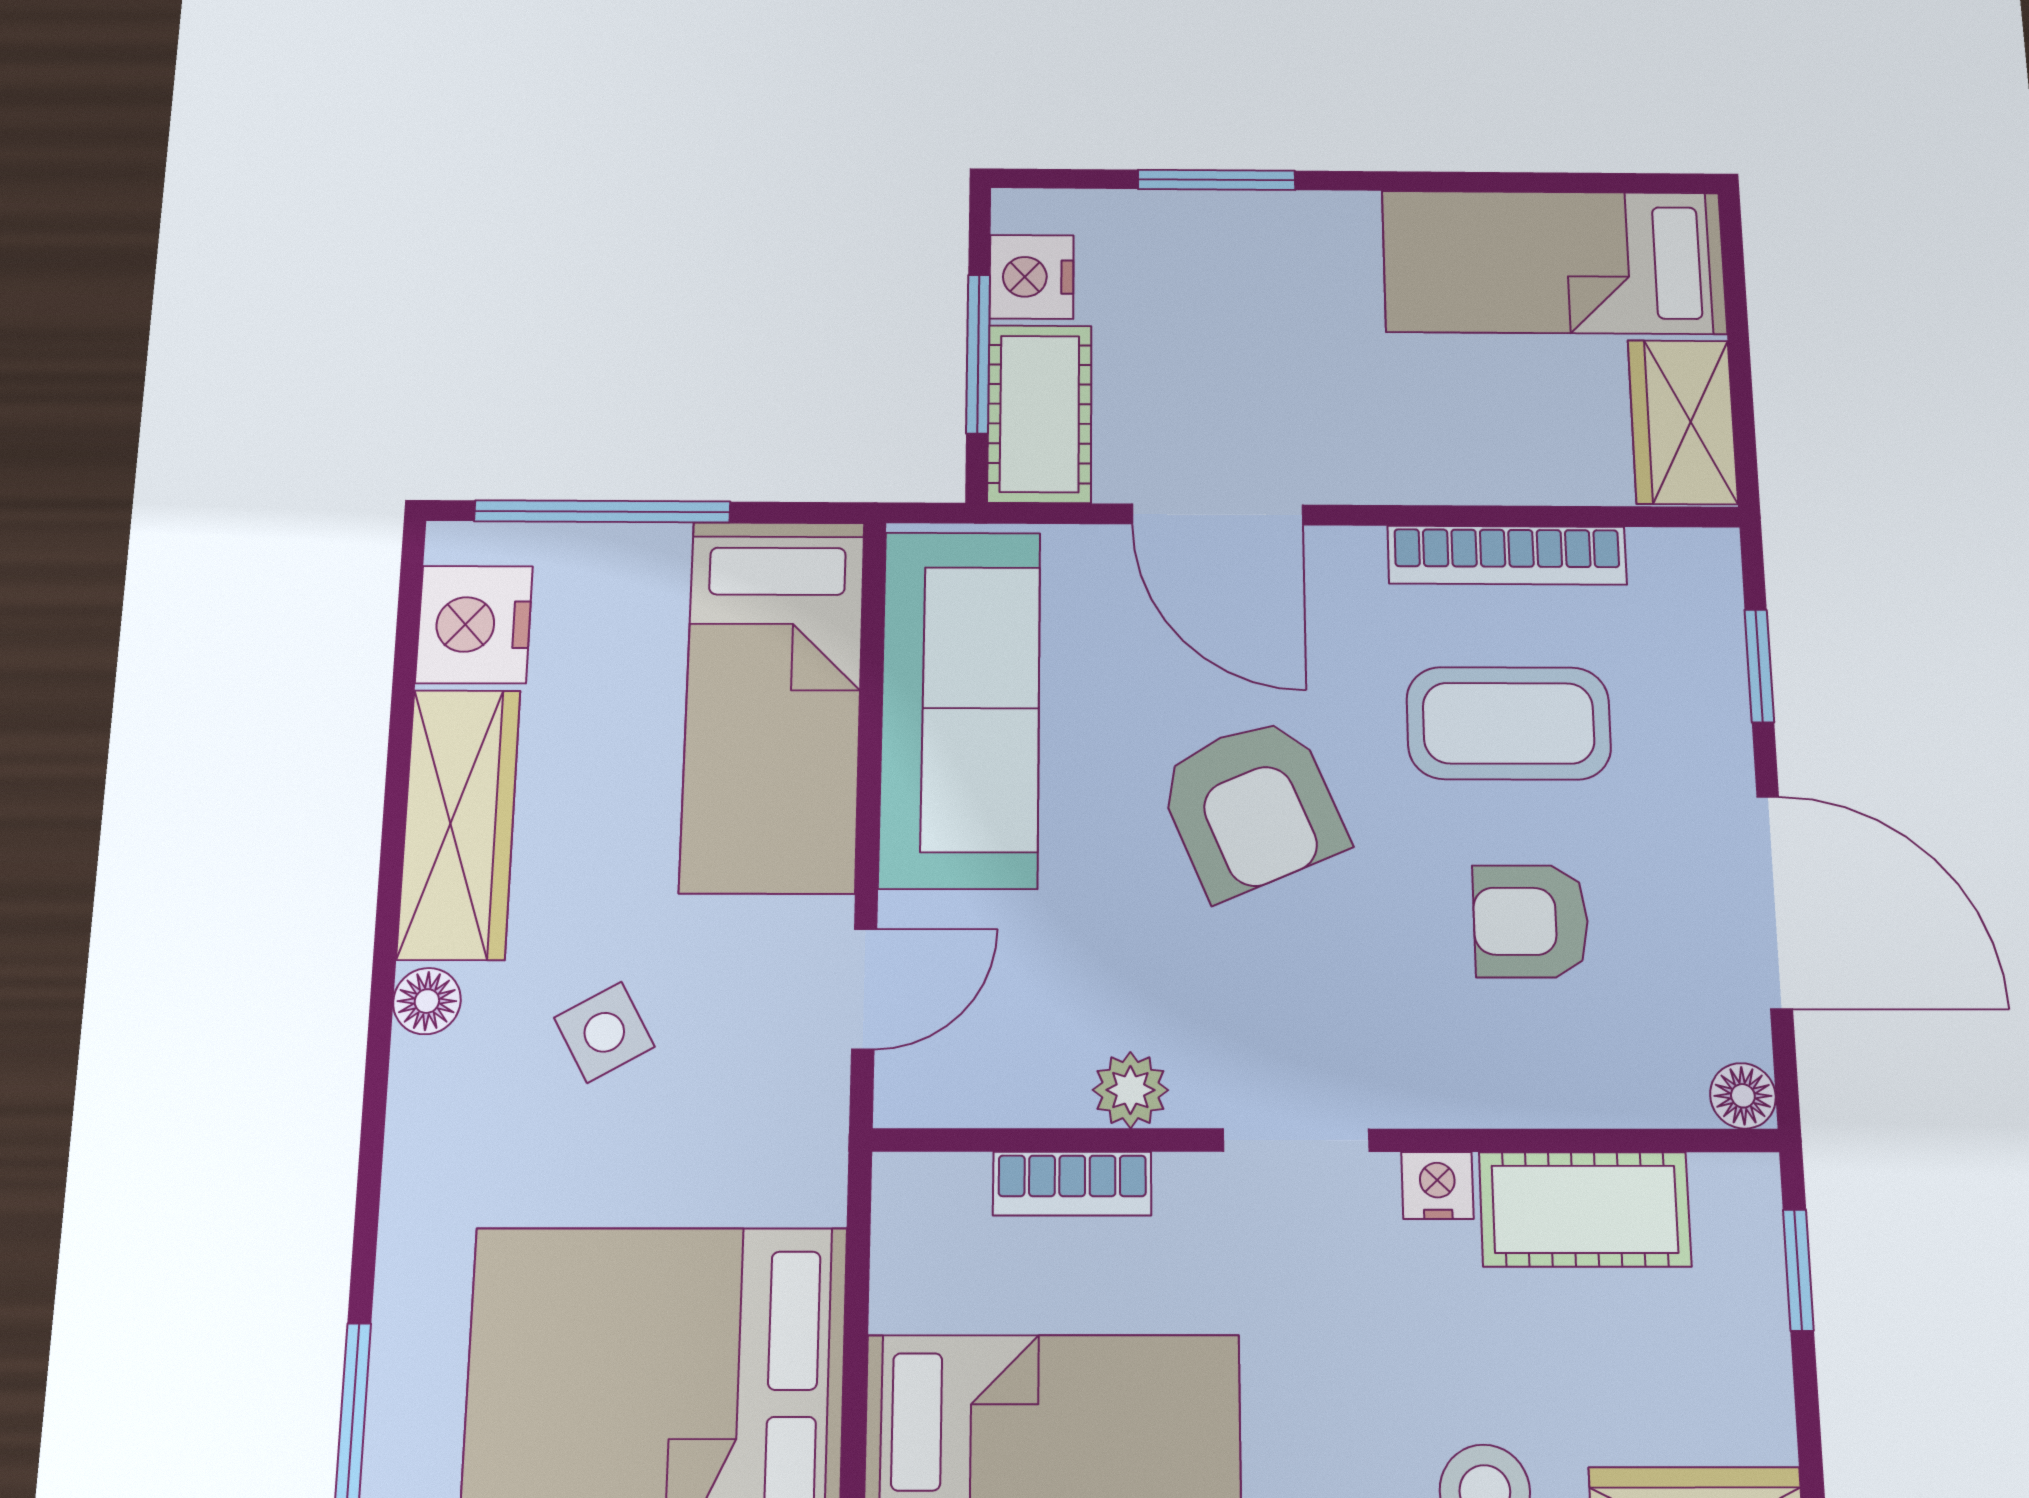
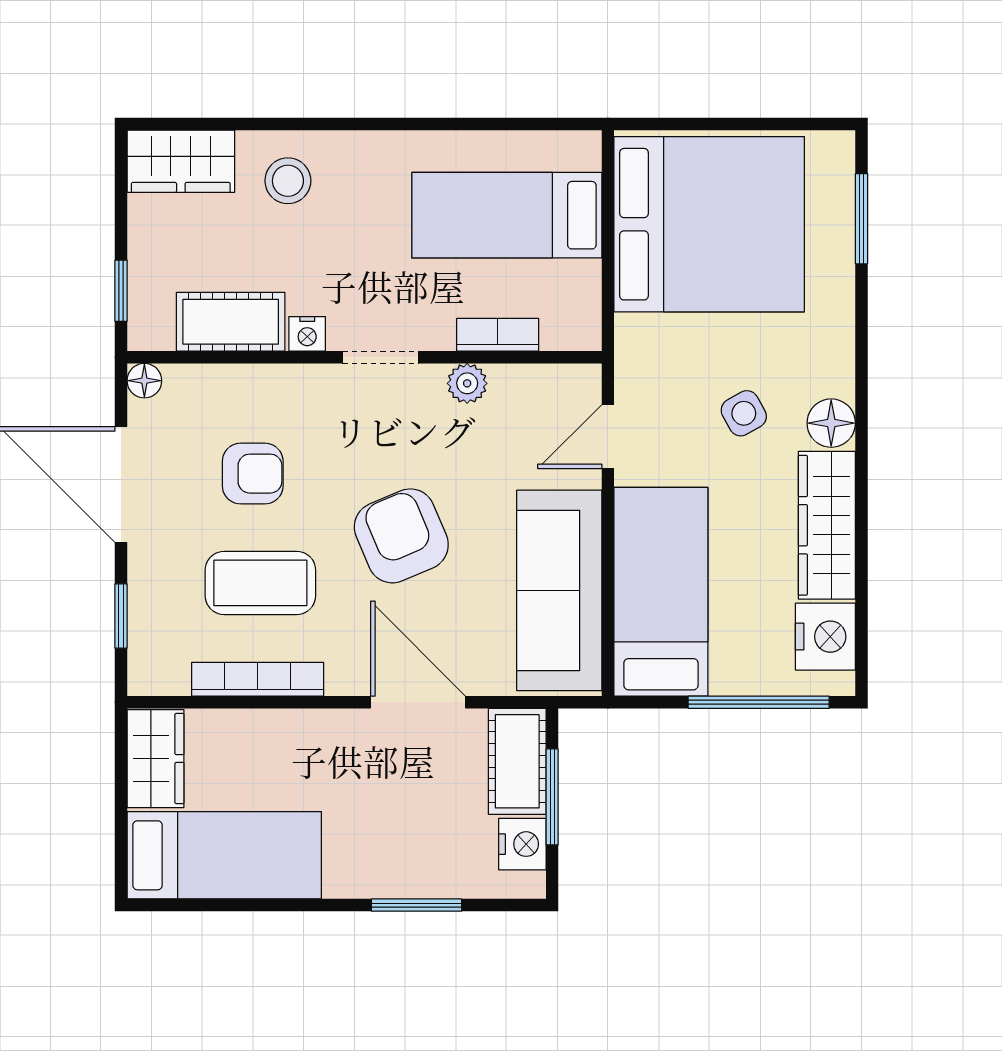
floor lamp: (427, 1001) -> (831, 423), width x1.37, depth x1.37

